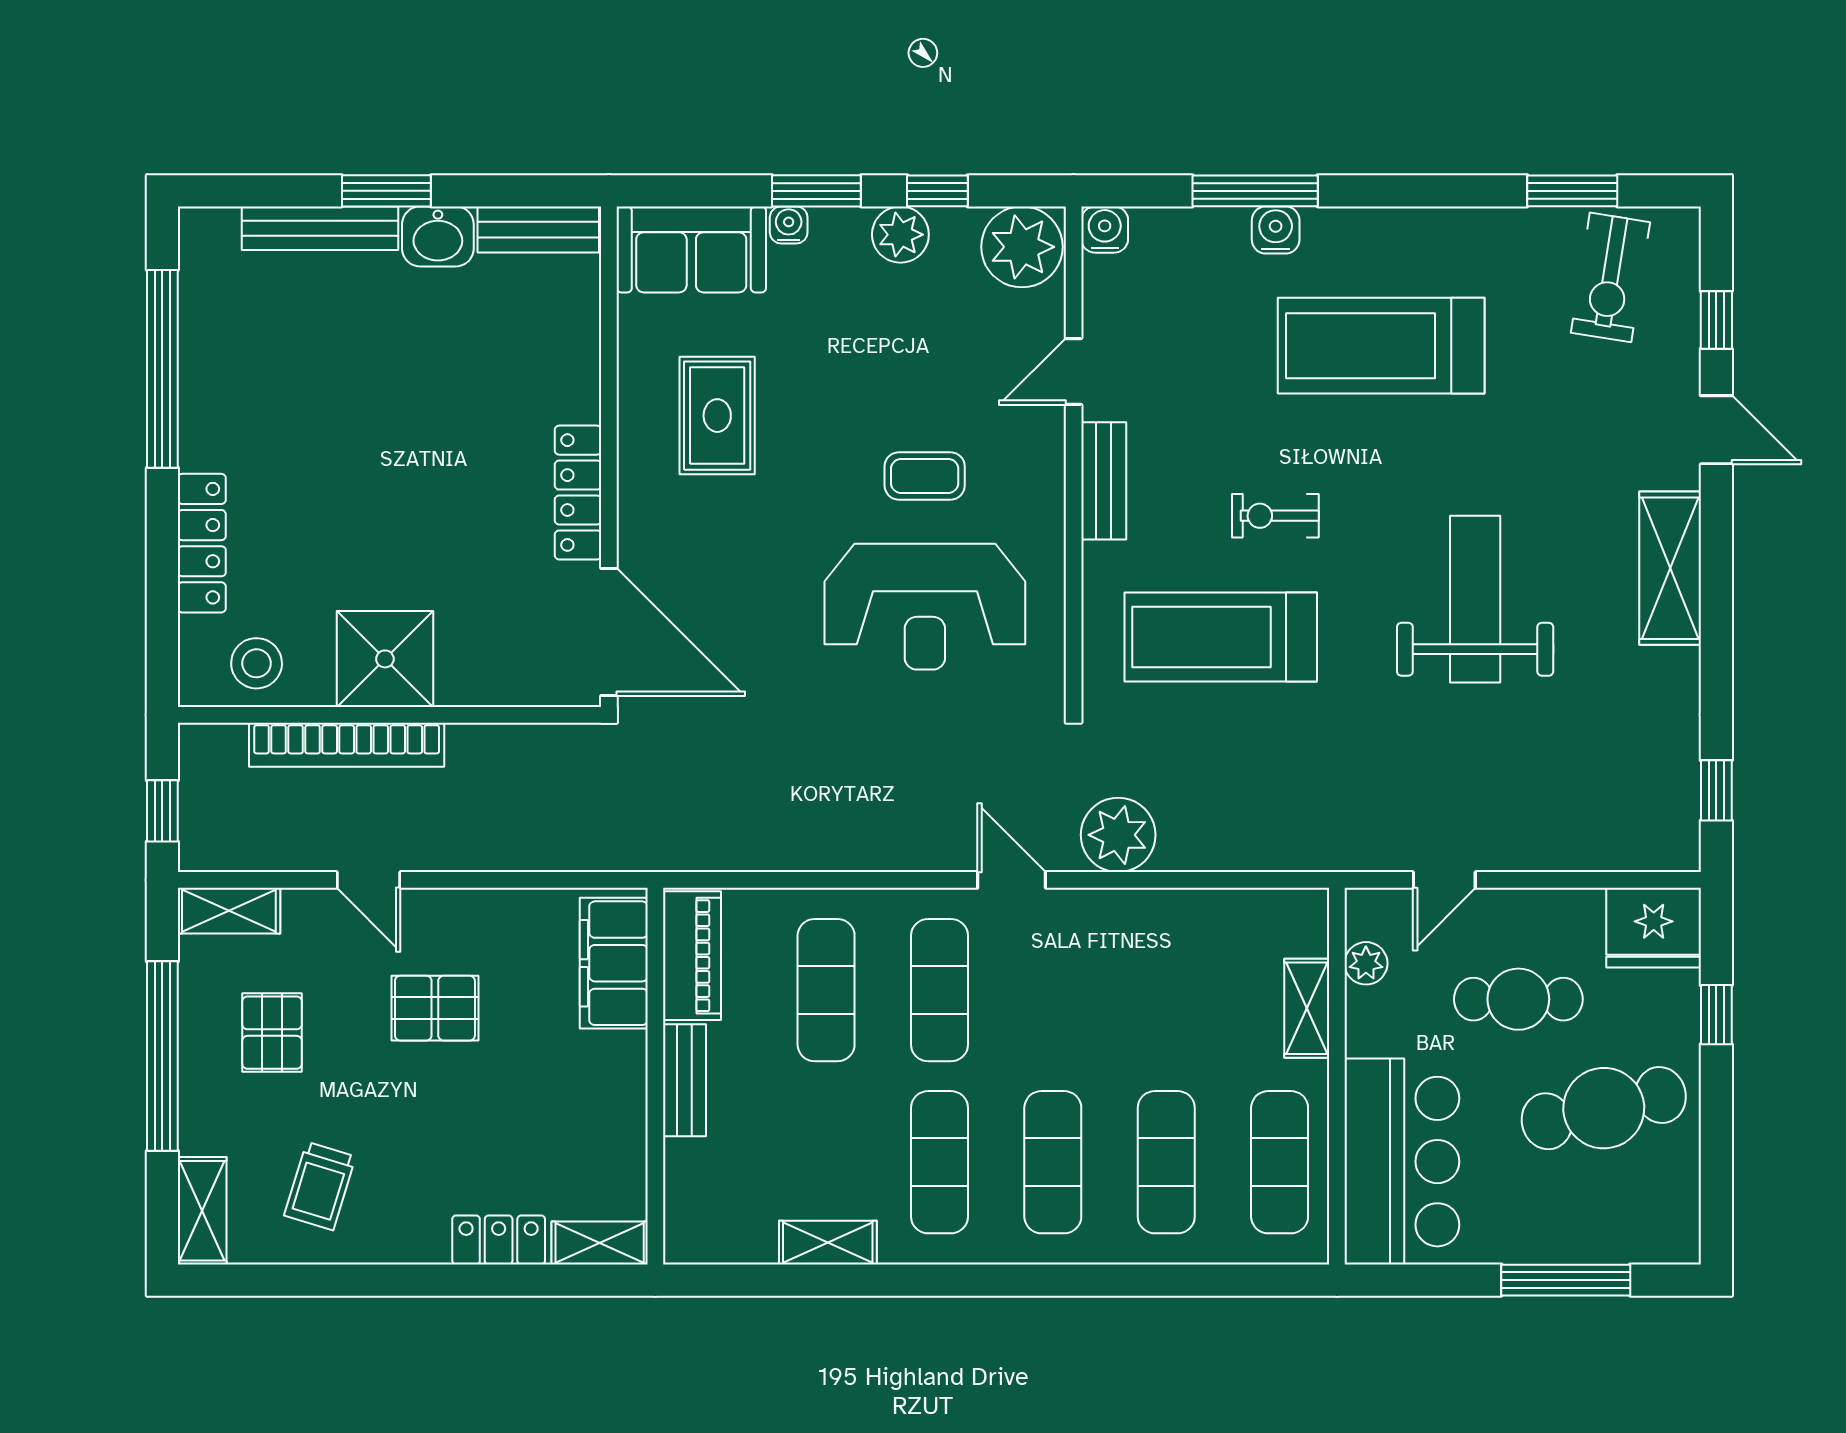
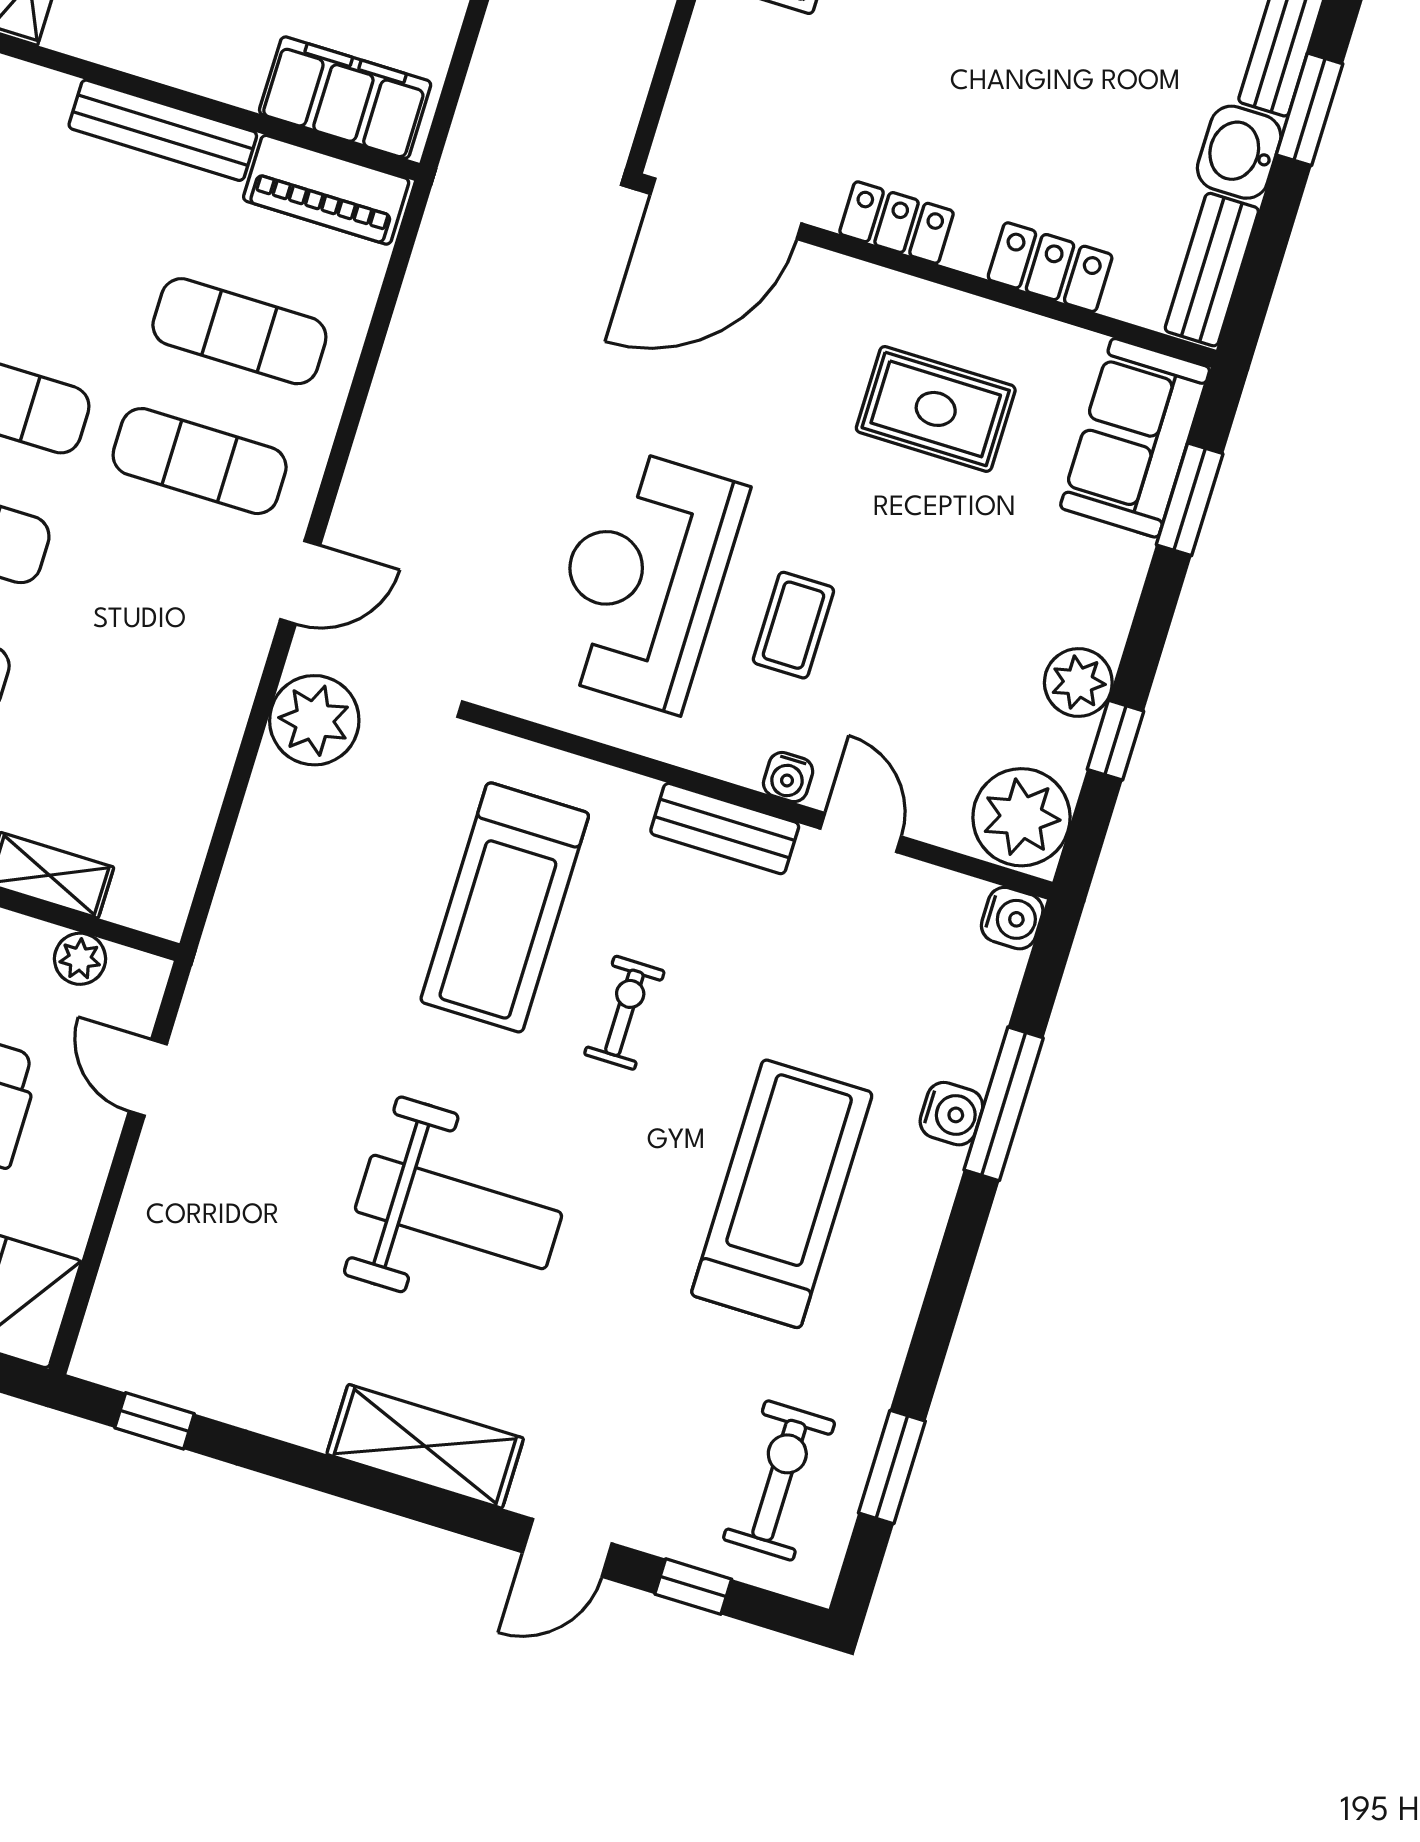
window: (816, 191) -> (1190, 499), moved
water cooler: (789, 225) -> (788, 777), moved, turned 90
exercise bike: (1611, 277) -> (779, 1480), turned 81
locker: (576, 359) -> (1050, 267), added
locker: (578, 493) -> (897, 222), width x0.66
treadmill: (1221, 637) -> (505, 907), turned 180
bench: (685, 1080) -> (163, 130), width x1.36

